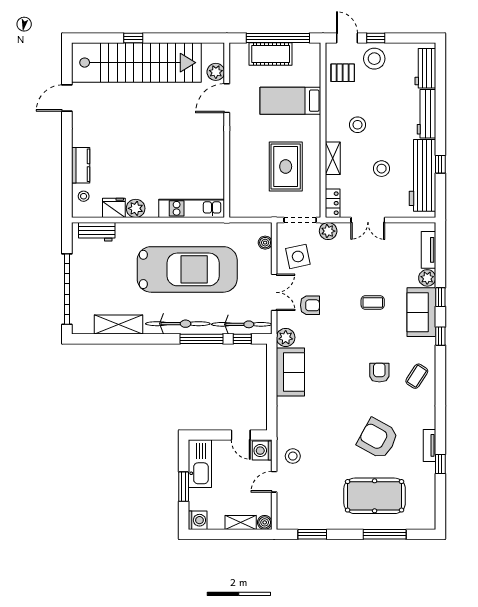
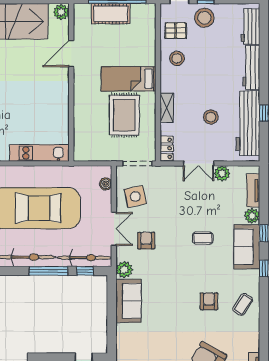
plant: (216, 72) -> (61, 12), moved
bed: (290, 101) -> (129, 79), moved
stool: (358, 125) -> (177, 58), moved
plant: (328, 231) -> (222, 173), moved
armchair: (310, 305) -> (146, 241), turned -90

